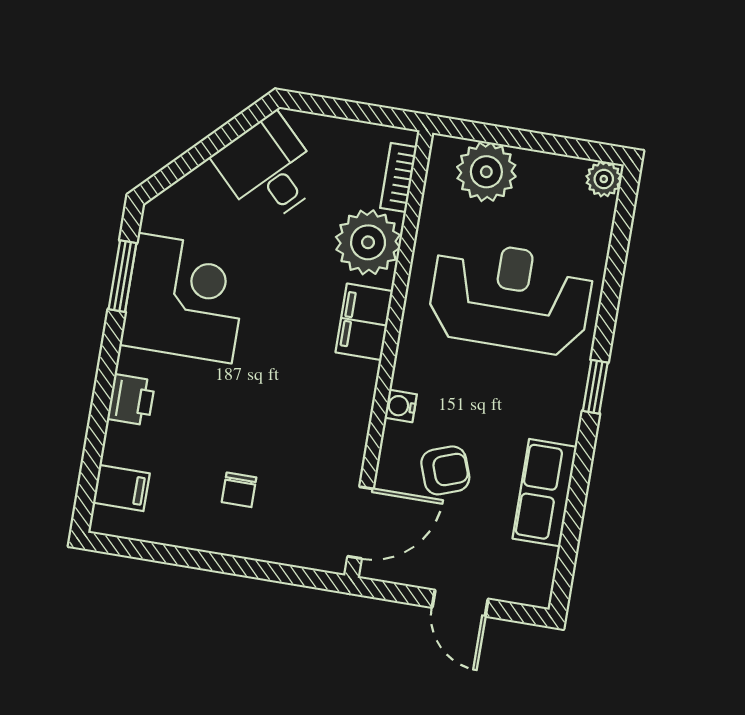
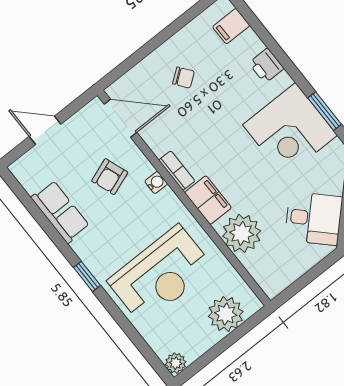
bookcase: (399, 178) -> (177, 171), moved
chair: (239, 490) -> (183, 78), turned 143
door: (360, 523) -> (120, 118), swing flipped

